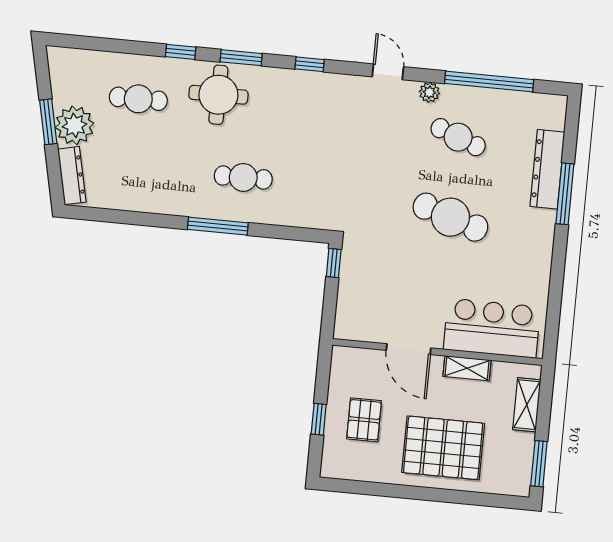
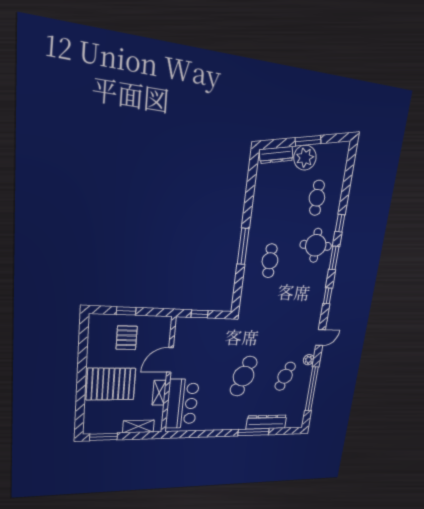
window: (334, 263) -> (200, 314), moved
pallet: (364, 420) -> (127, 338), turned 90
pallet: (443, 448) -> (111, 384), turned 90

